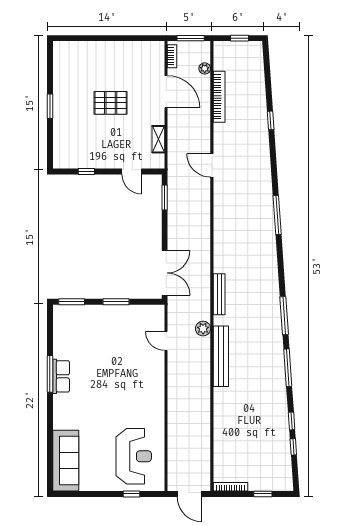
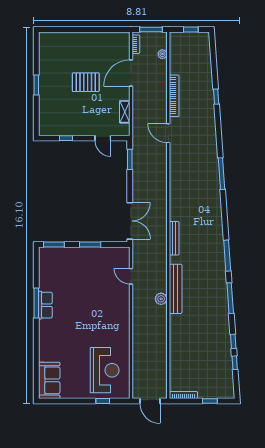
door: (166, 92) -> (131, 73), swing flipped
bookcase: (219, 97) -> (174, 96), moved
plant: (203, 329) -> (161, 299), moved
sofa: (66, 461) -> (49, 380), width x0.73

